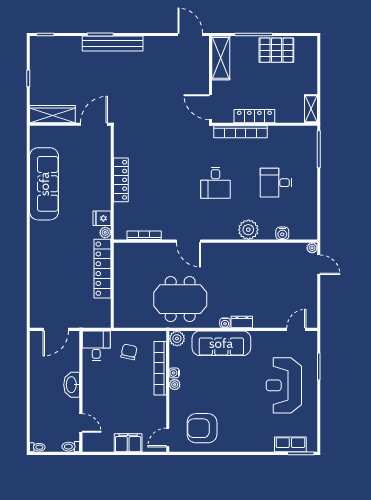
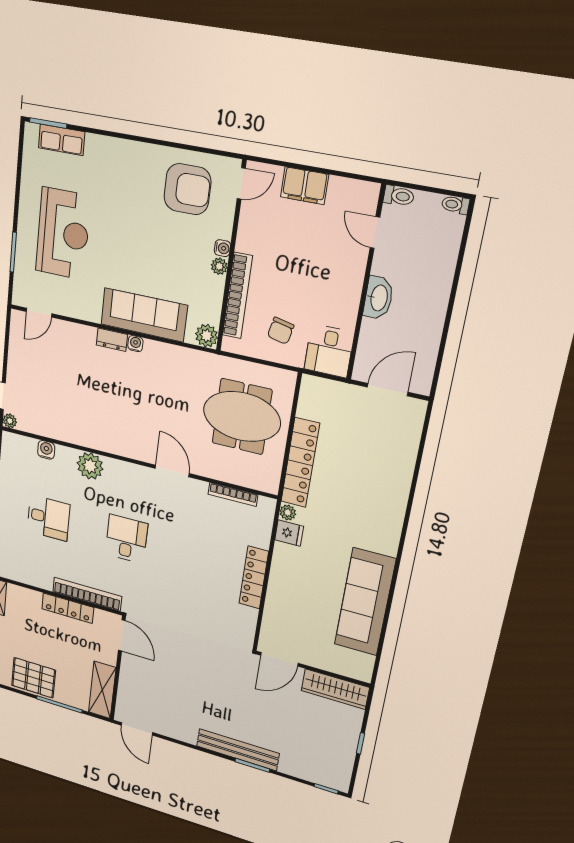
meeting table: (180, 299) -> (242, 416), moved
water cooler: (174, 373) -> (222, 248), moved

